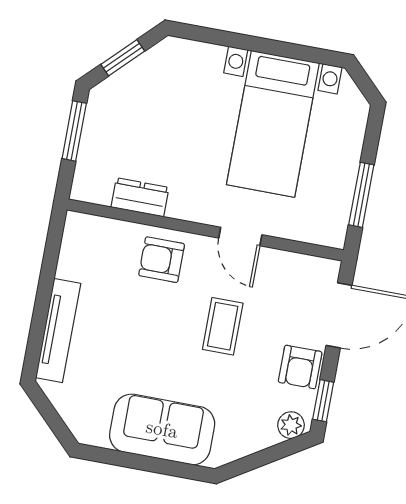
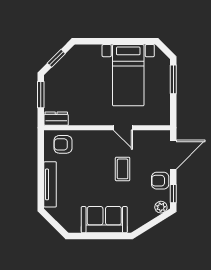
window: (361, 195) -> (173, 79), moved
dresser: (140, 197) -> (56, 119), moved
armchair: (162, 260) -> (63, 144), moved
armchair: (300, 367) -> (160, 181), turned 90

